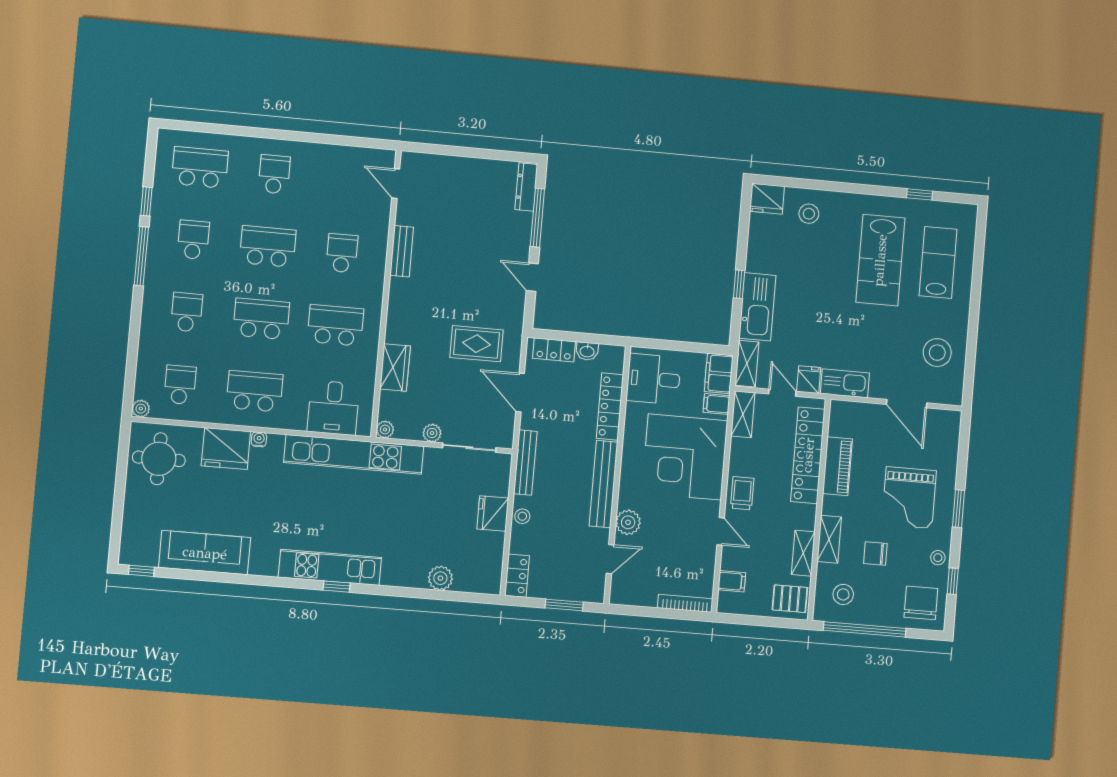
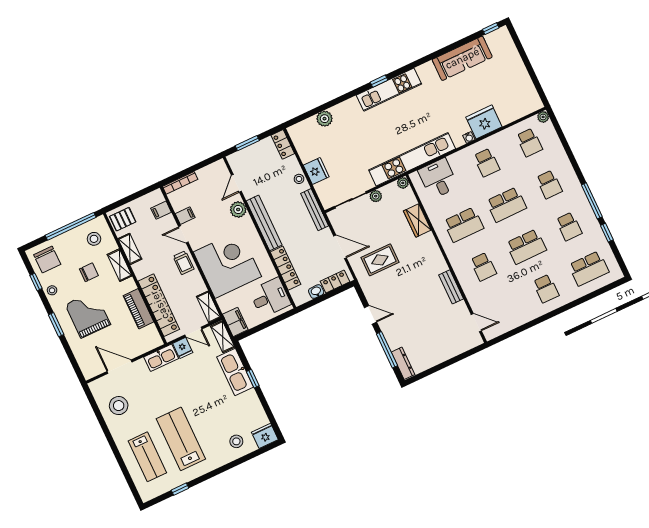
school desk: (255, 391) -> (487, 163), width x0.54
filing cabinet: (716, 404) -> (185, 216), moved
round table: (159, 459) -> (517, 95), removed

